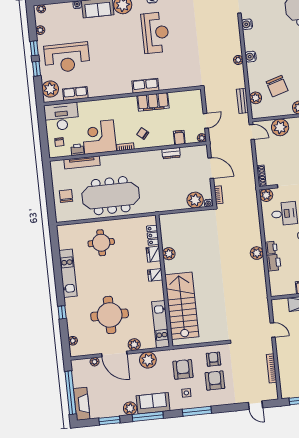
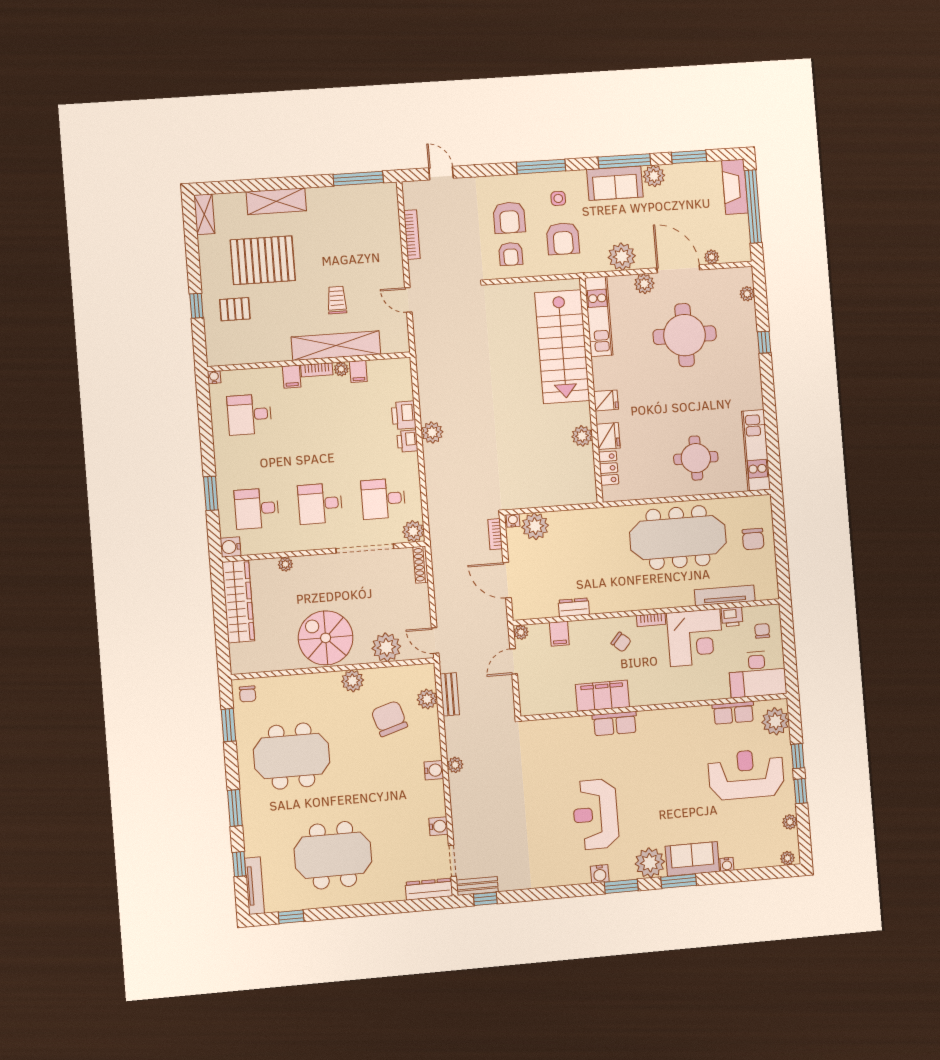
kitchen unit: (68, 273) -> (756, 450), moved

